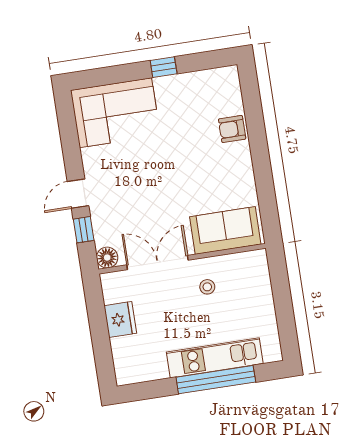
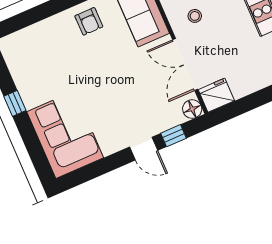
armchair: (232, 129) -> (89, 21), moved
fridge: (120, 319) -> (216, 95), moved

